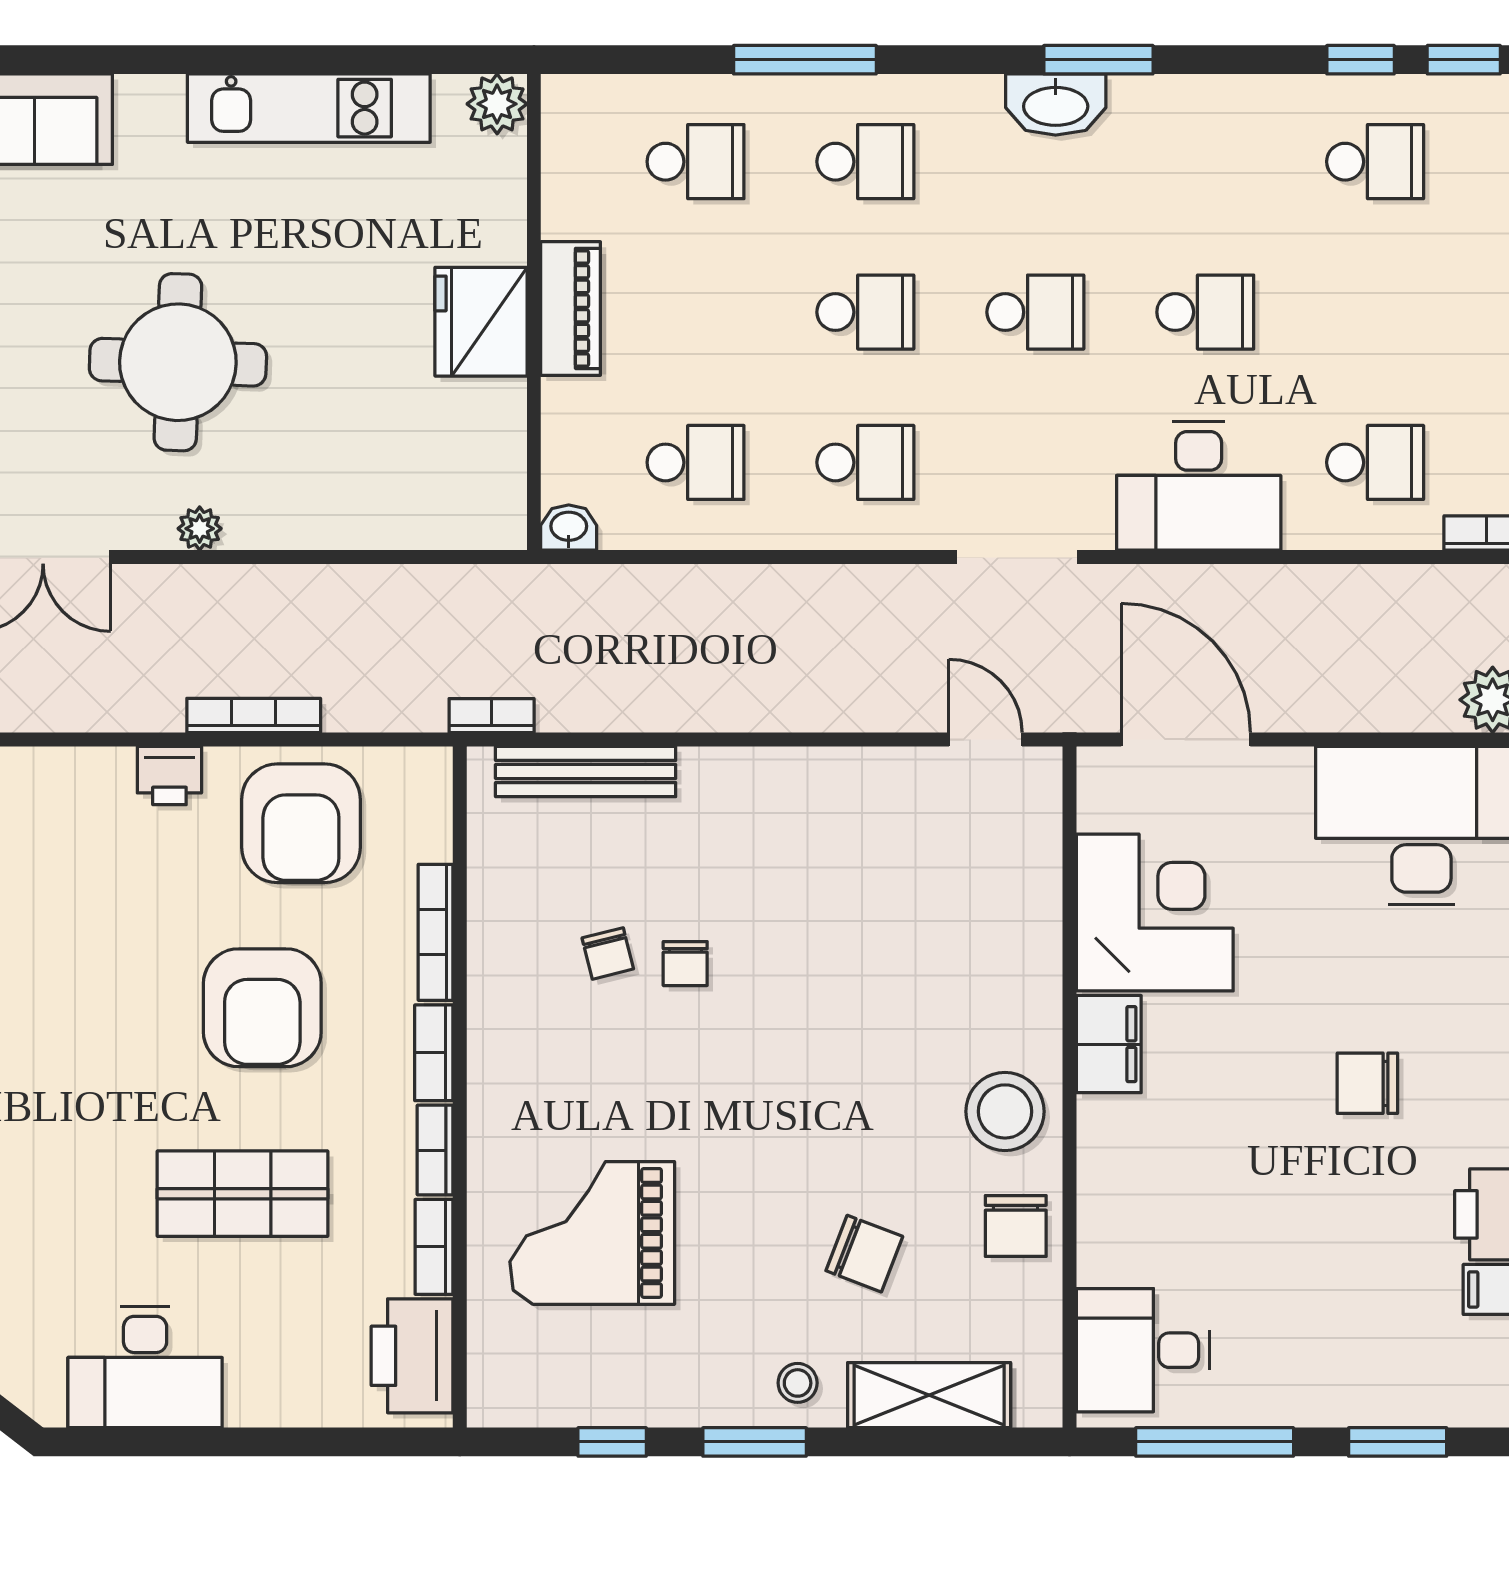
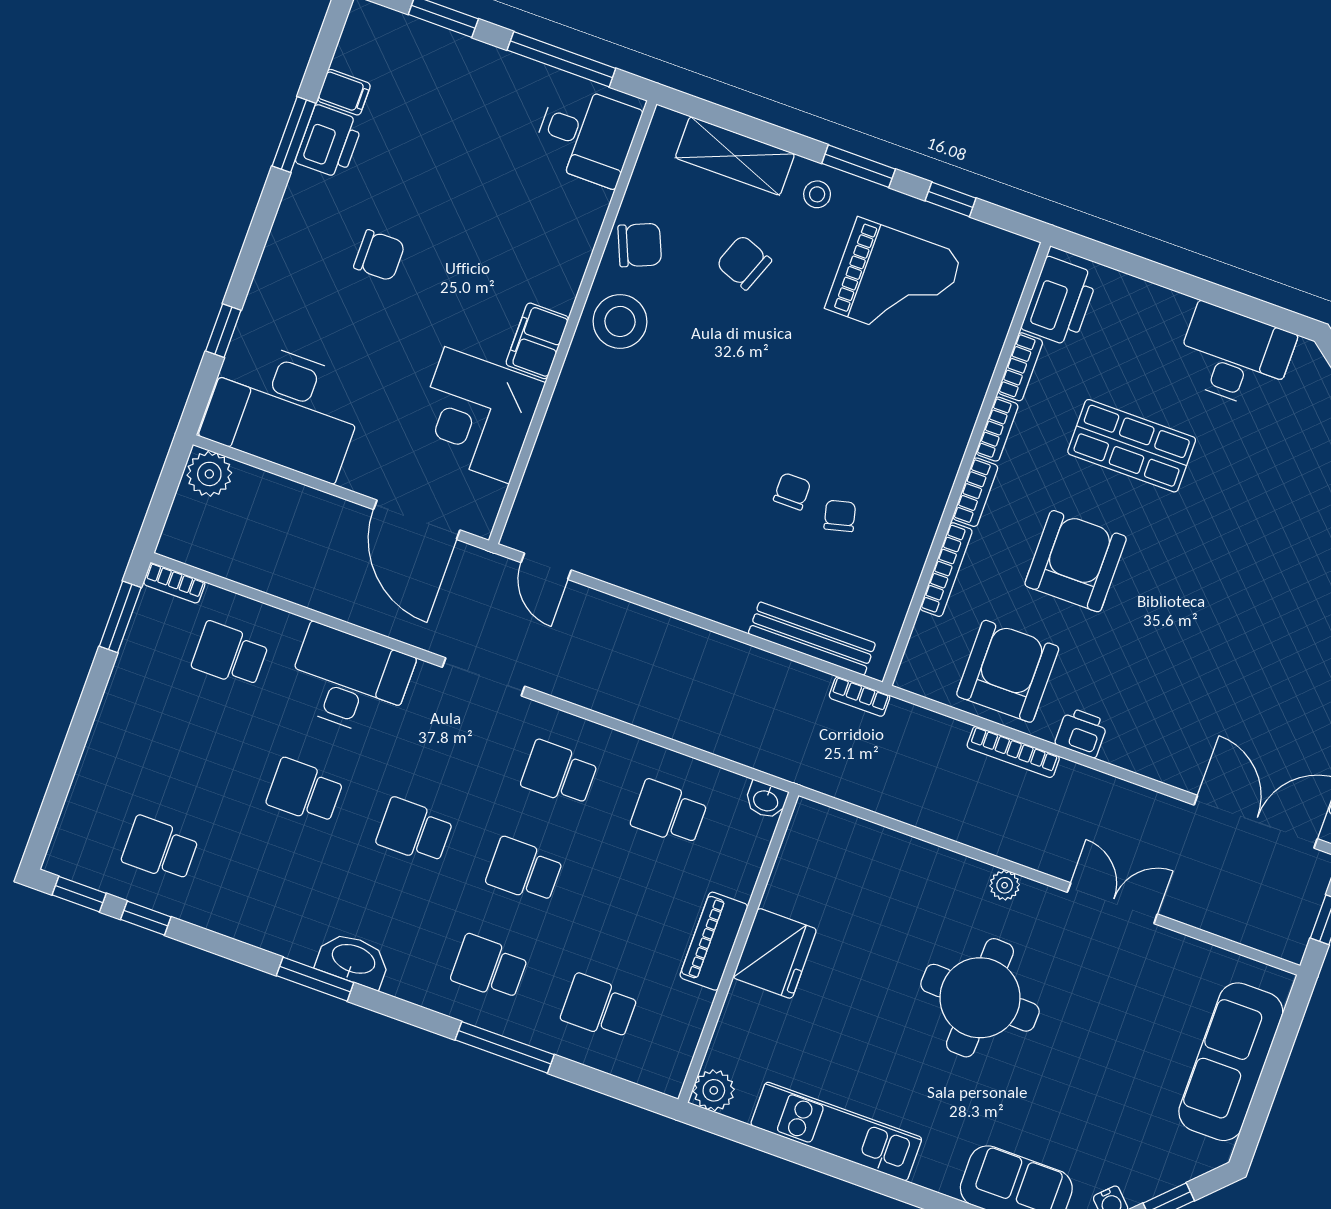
chair: (1016, 1226) -> (640, 245), turned 67
grand piano: (592, 1233) -> (894, 281), moved

